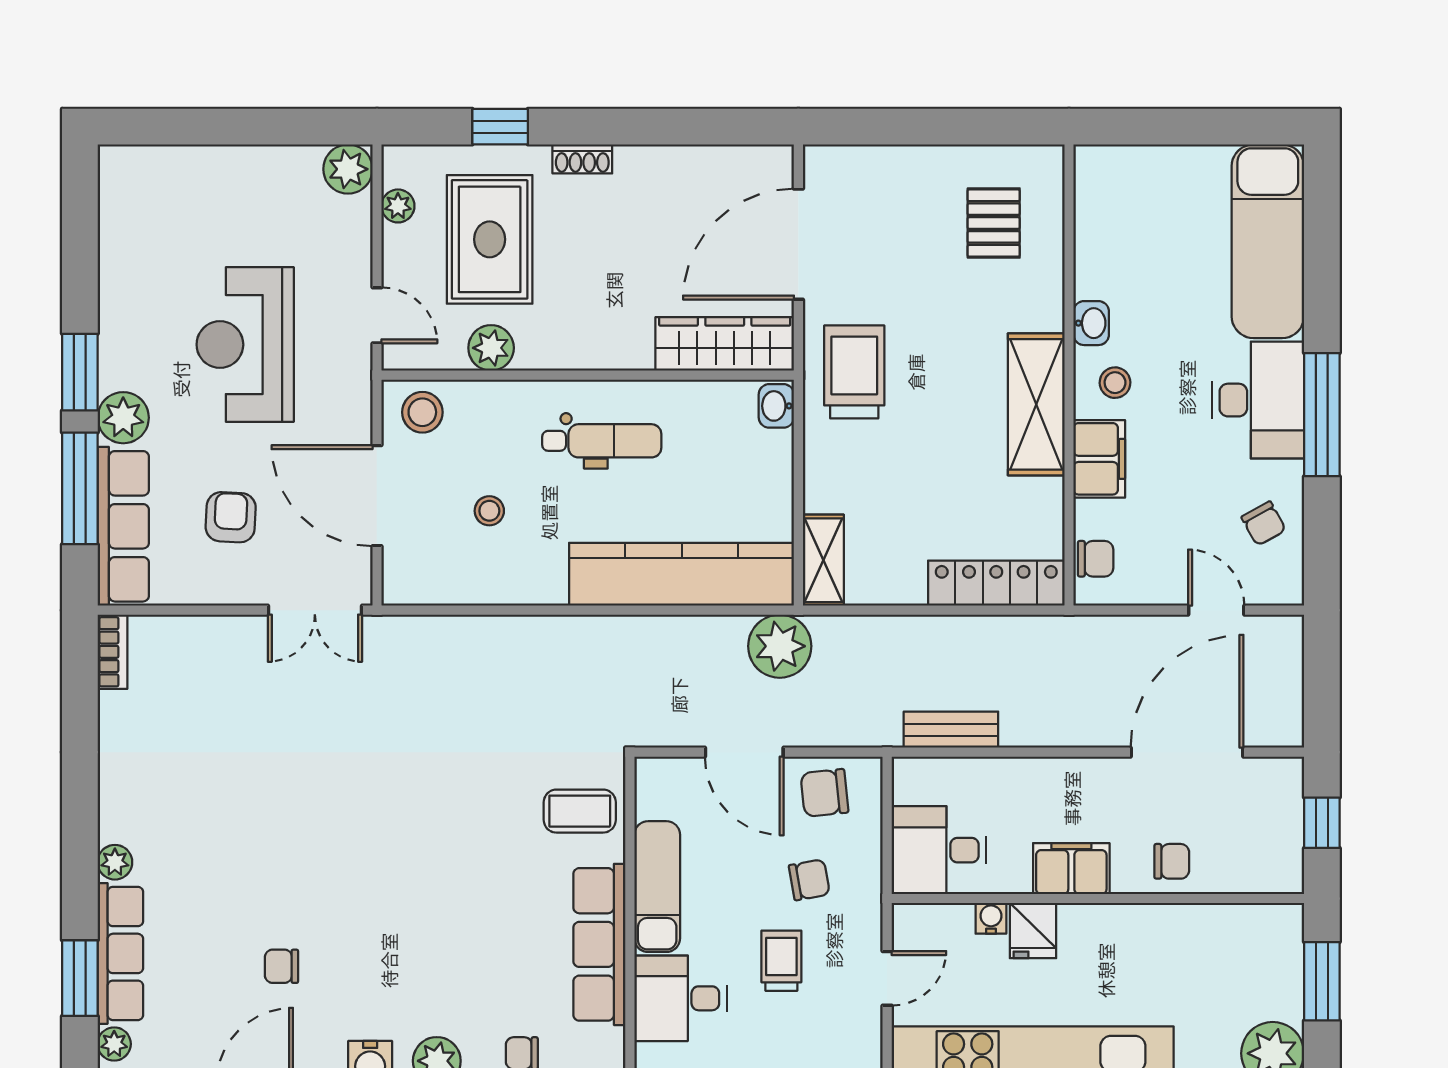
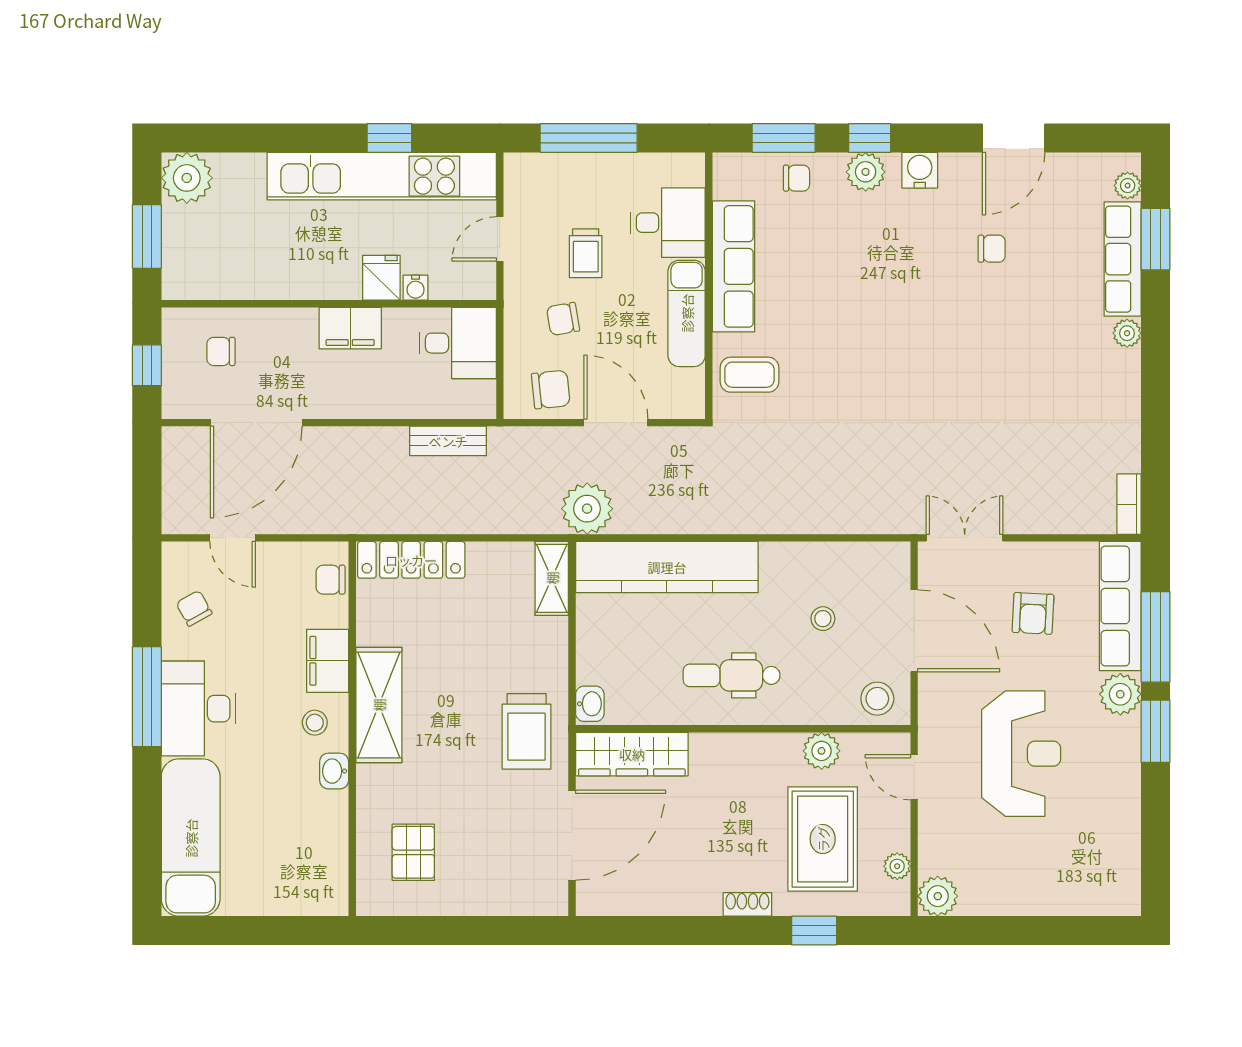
chair: (1172, 861) -> (221, 351), moved

